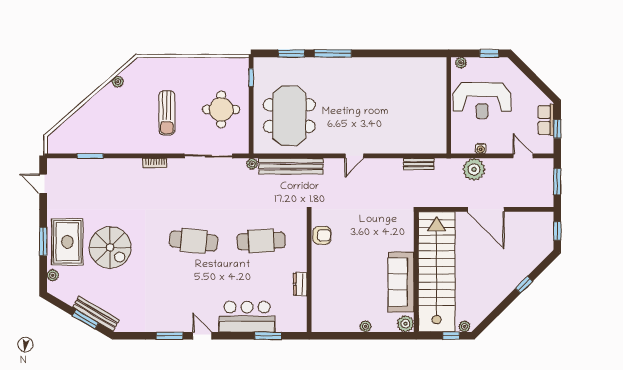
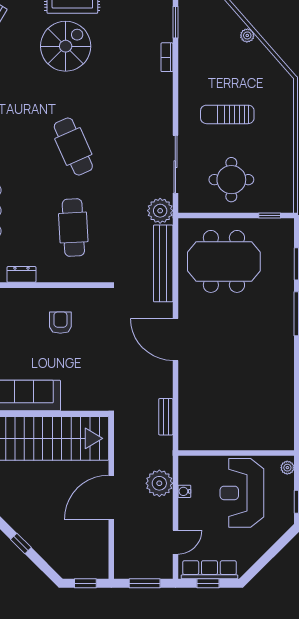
plant: (118, 82) -> (247, 35), moved
row of seats: (546, 120) -> (209, 570), width x1.48
door: (354, 156) -> (175, 339), width x1.88
bookcase: (155, 163) -> (167, 57), moved
plant: (252, 164) -> (160, 211), width x1.88, depth x1.88
armchair: (322, 235) -> (60, 323), moved, turned 180
cafe table: (194, 241) -> (73, 146), turned -30
spiral stairs: (110, 247) -> (66, 46), turned 180

